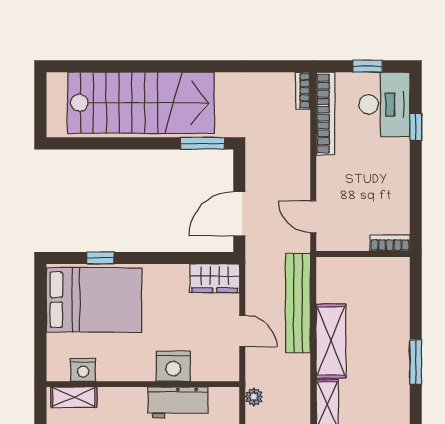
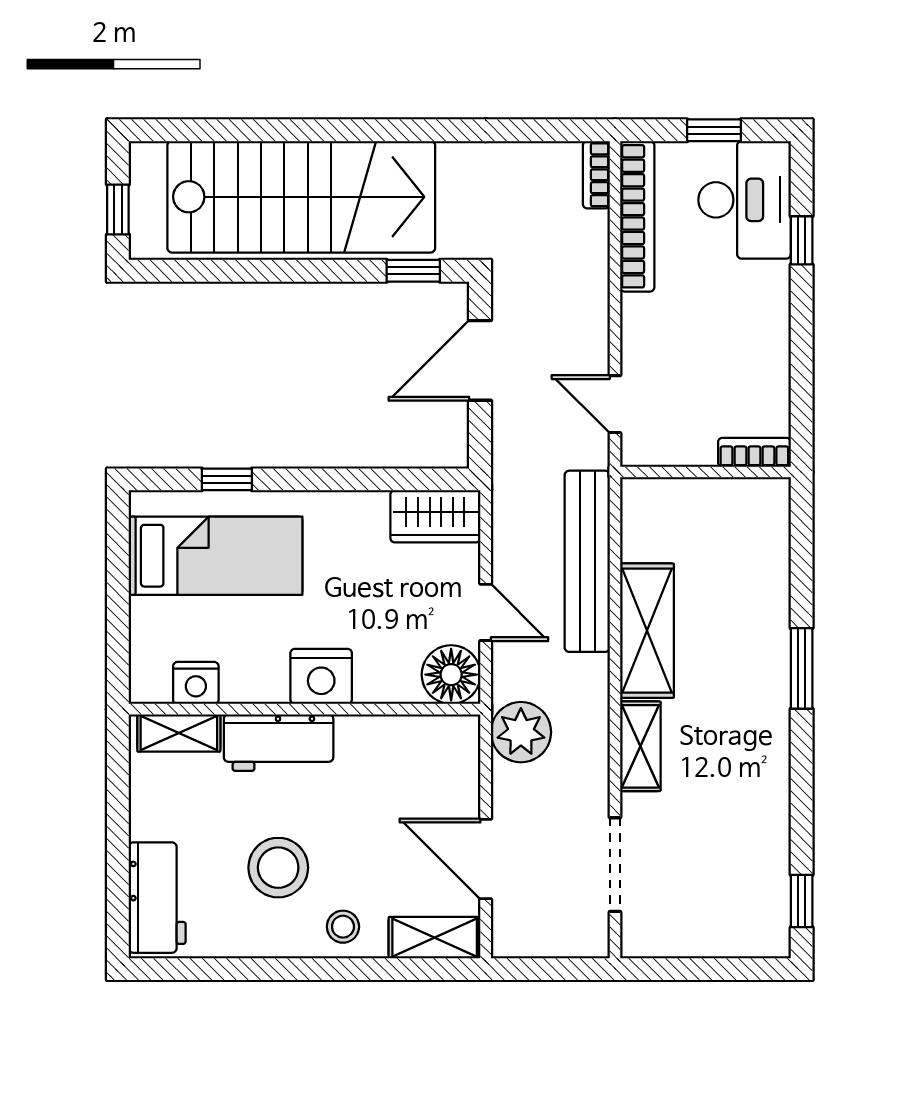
window: (40, 110) -> (118, 209), added
window: (203, 143) -> (413, 271), width x0.67
door: (239, 214) -> (480, 360), moved
bed: (94, 300) -> (216, 556), width x0.67
floor lamp: (223, 365) -> (451, 675), added
nightstand: (173, 366) -> (321, 676), moved
plant: (254, 397) -> (521, 732), width x1.88, depth x1.88
workbench: (178, 402) -> (279, 743), moved

